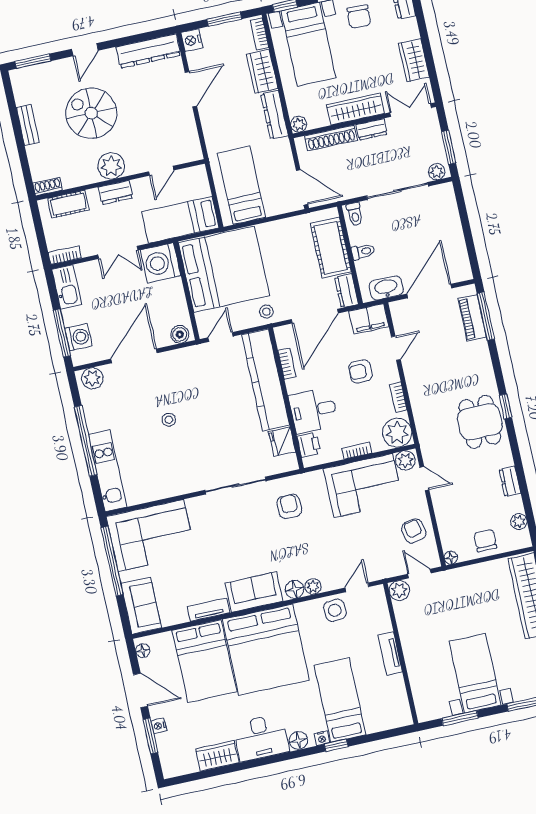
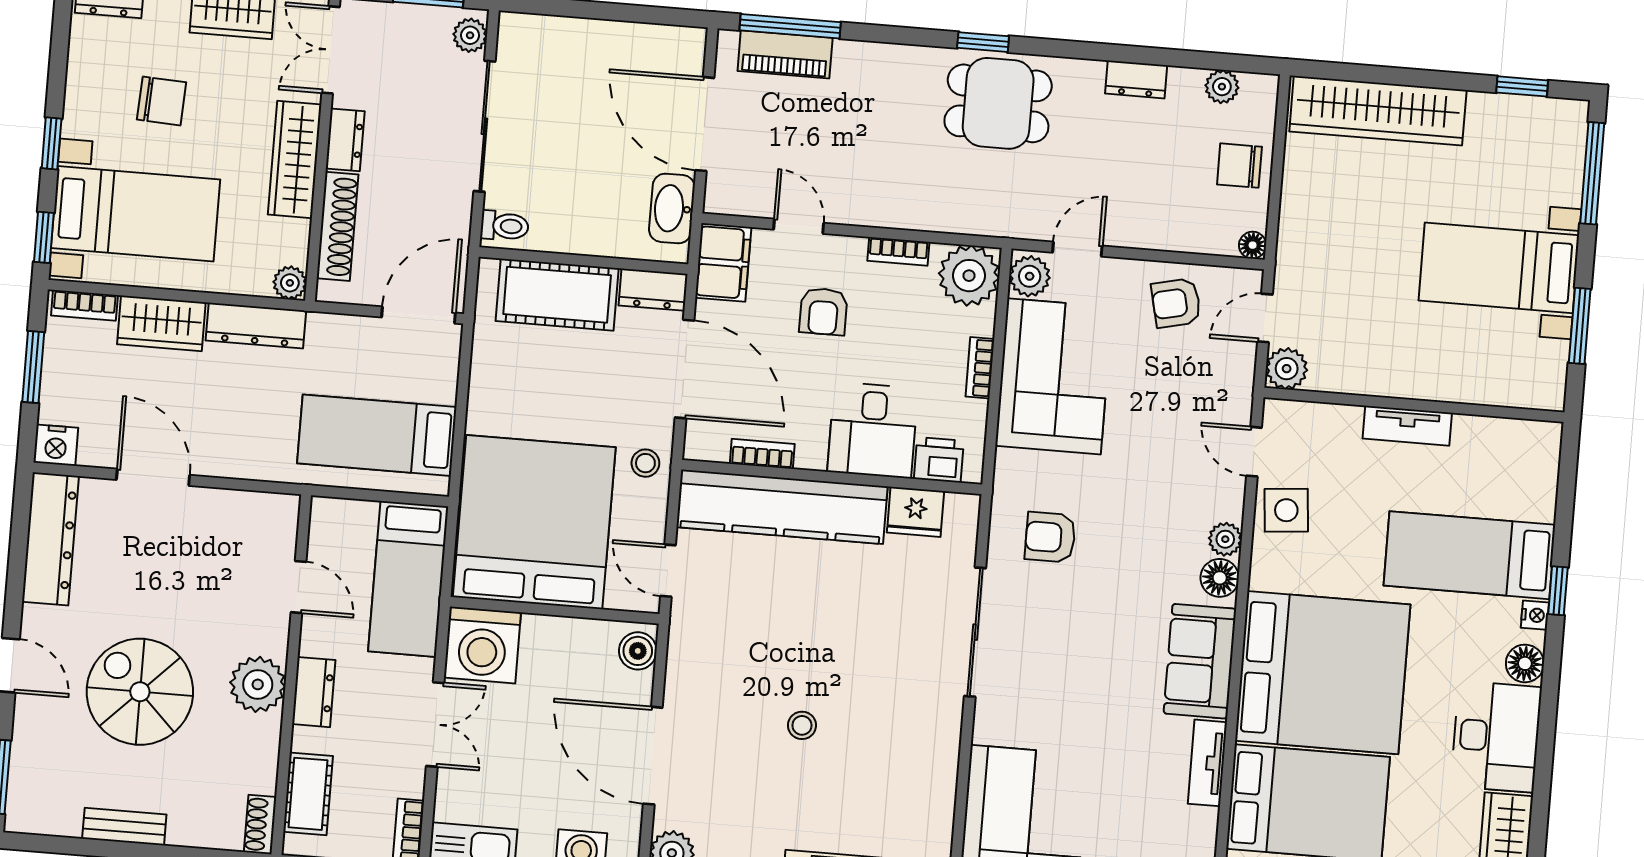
chair: (359, 17) -> (162, 101), moved
spiral stairs: (91, 113) -> (140, 692), turned 90
toilet: (363, 252) -> (585, 232), removed

